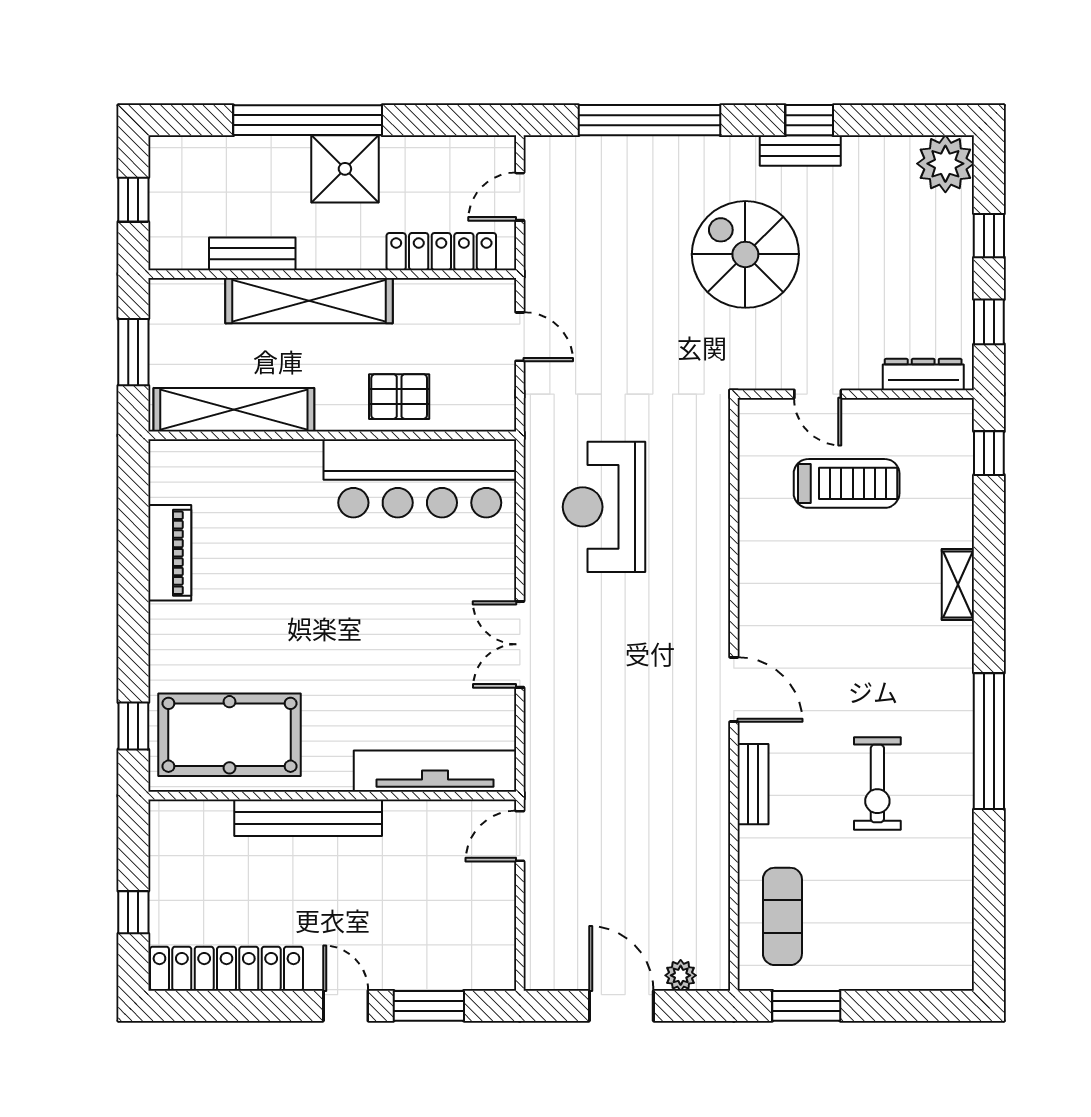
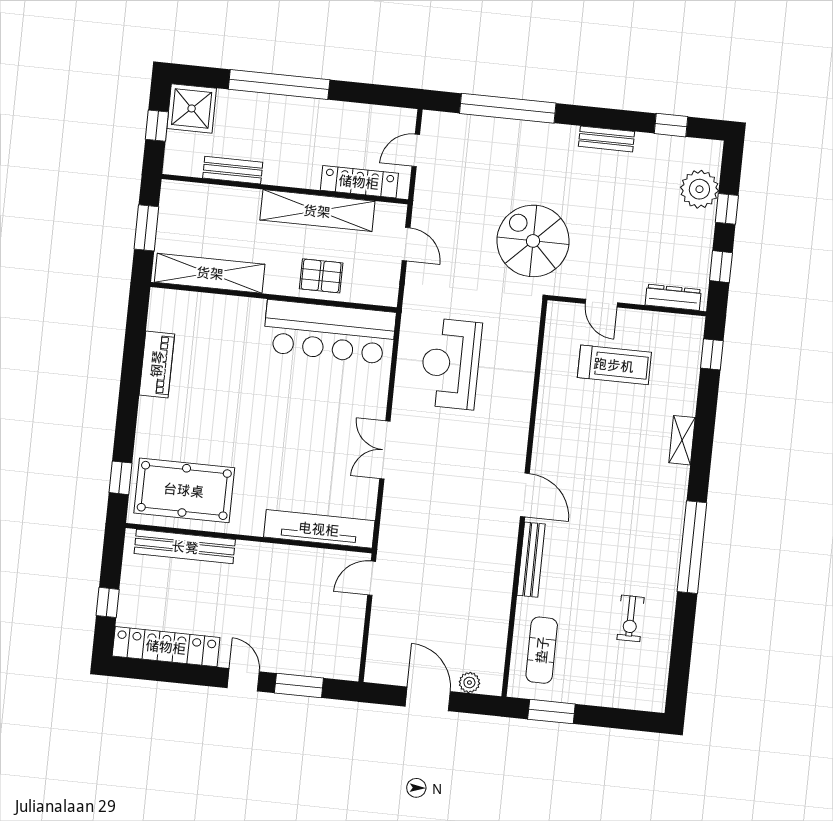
window: (809, 120) -> (671, 125), moved
plant: (945, 164) -> (699, 189), moved
shower: (345, 169) -> (192, 108), moved
spiral stairs: (745, 254) -> (533, 241), moved
shelving: (309, 301) -> (317, 211), moved
exercise bike: (877, 783) -> (631, 618), moved, width x0.73, depth x0.72
bench: (753, 784) -> (531, 560), width x1.36
bench: (308, 818) -> (185, 547), moved

